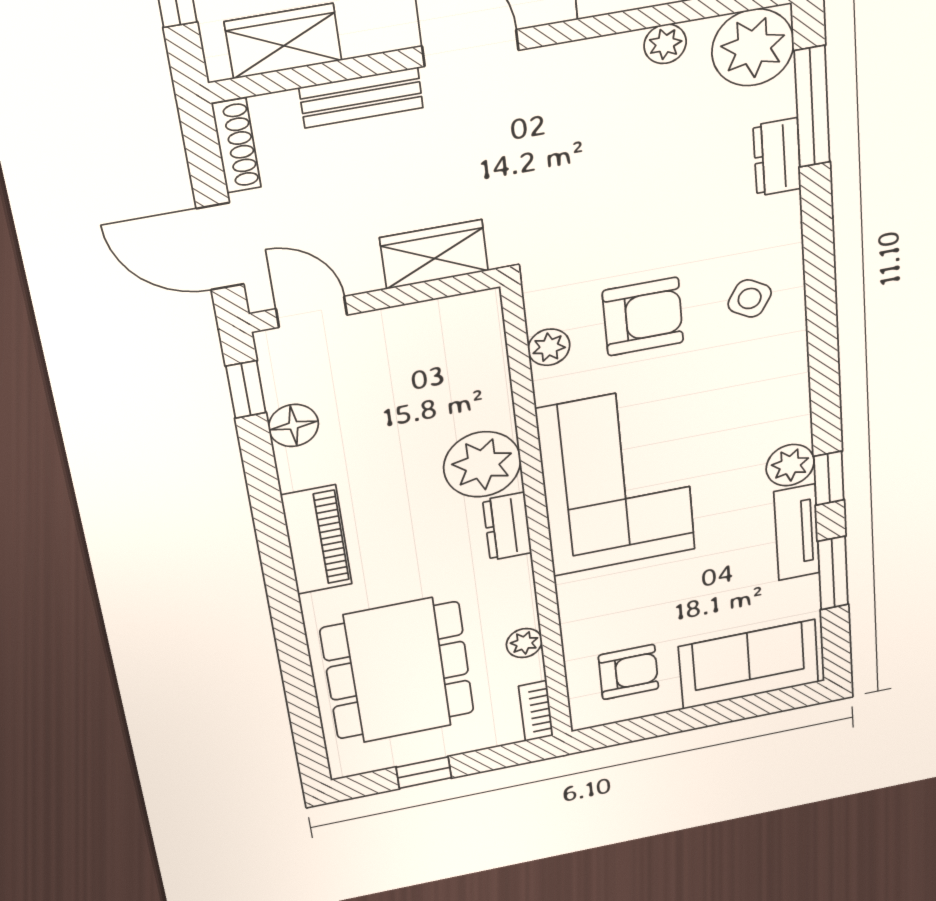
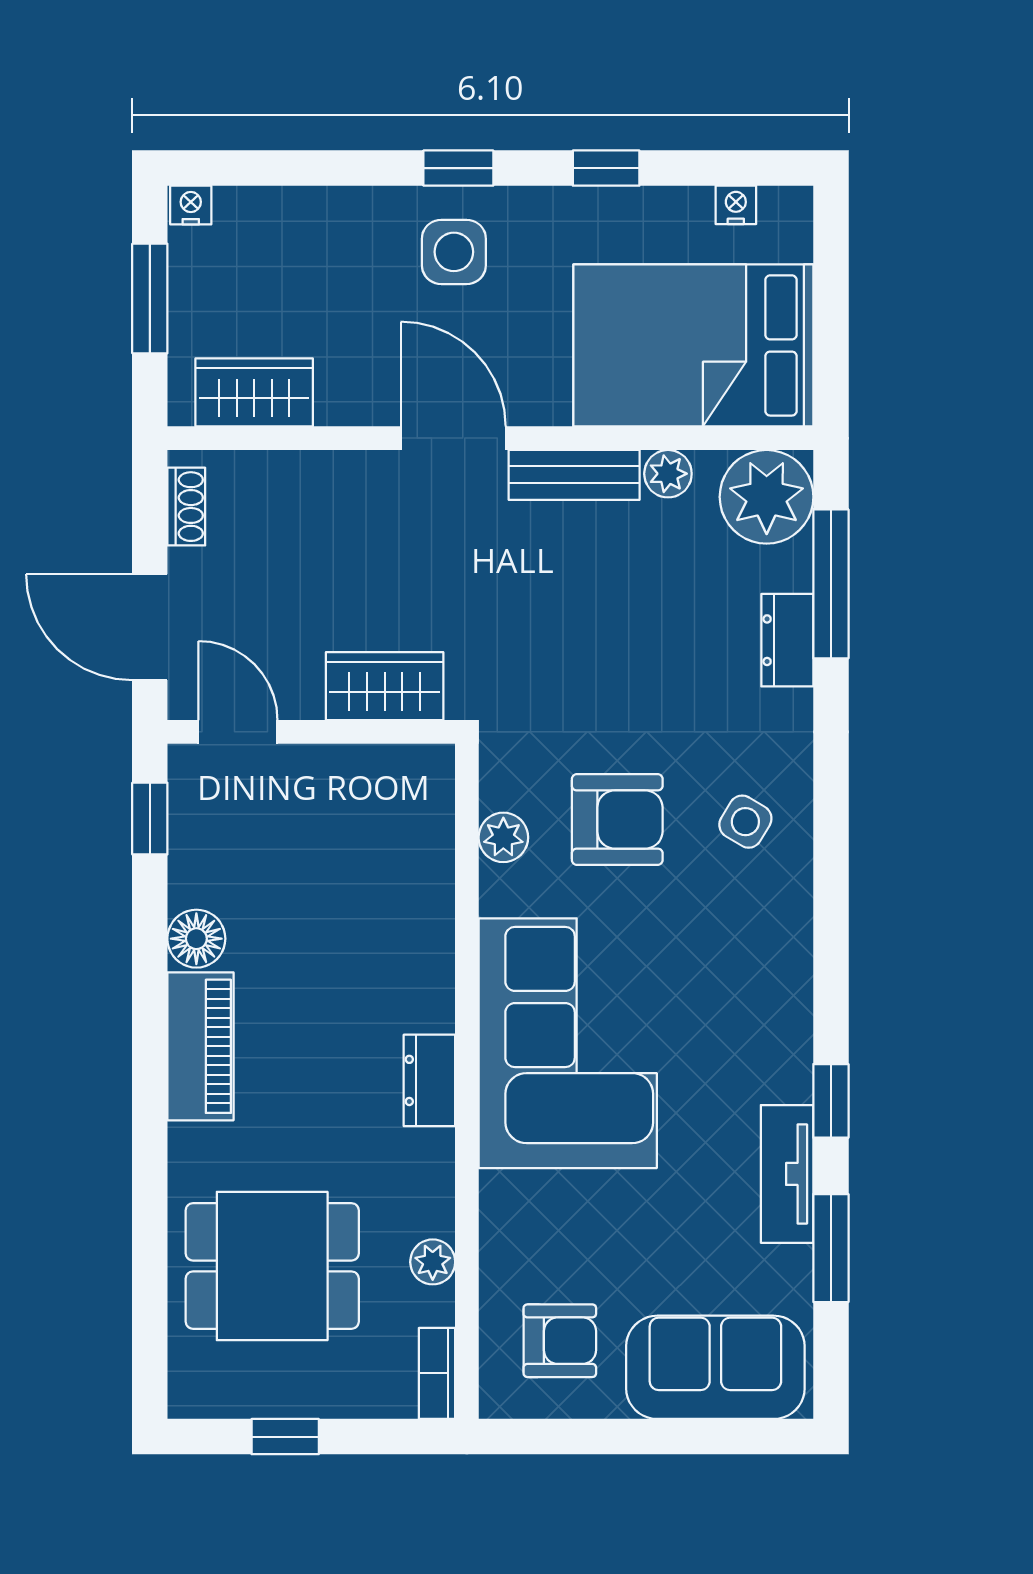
bench: (361, 98) -> (574, 475), moved
shoe rack: (236, 146) -> (186, 507), width x0.70
floor lamp: (293, 425) -> (196, 939), moved
plant: (482, 464) -> (409, 984), removed
plant: (790, 465) -> (783, 1070), removed
dining table: (398, 671) -> (272, 1266), width x0.73

